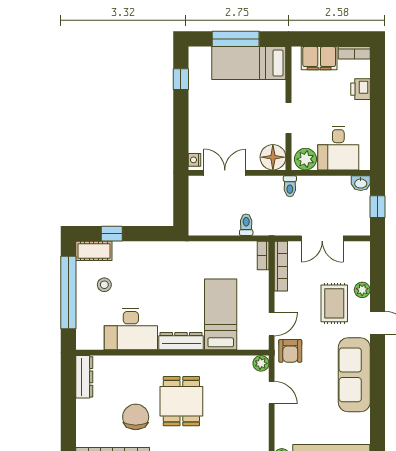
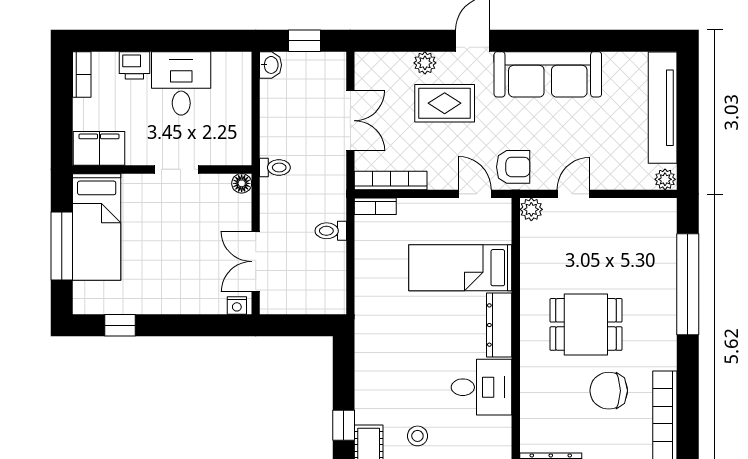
filing cabinet: (319, 58) -> (99, 148), moved, turned -90
desk: (338, 148) -> (181, 83), moved, turned -90
floor lamp: (273, 157) -> (242, 183), width x0.53, depth x0.53
plant: (306, 159) -> (236, 145), removed
desk: (131, 329) -> (481, 387), width x0.73

